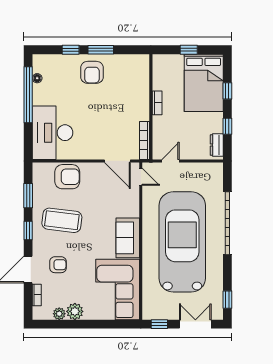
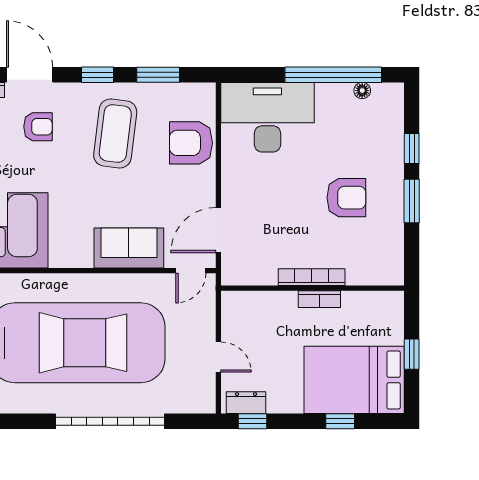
armchair: (92, 72) -> (346, 198), moved, turned 180
window: (227, 126) -> (252, 421), moved
bookcase: (145, 140) -> (312, 277), moved
door: (171, 161) -> (218, 357), moved
armchair: (67, 177) -> (191, 143), turned 90
sofa: (128, 238) -> (129, 248), moved
armchair: (58, 265) -> (38, 127), turned -90

